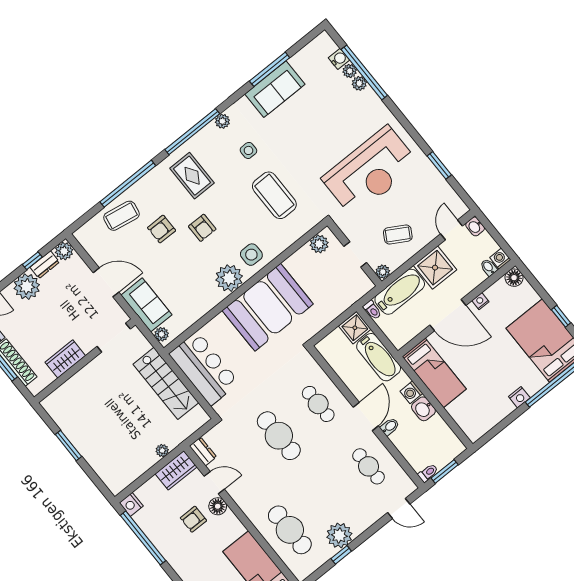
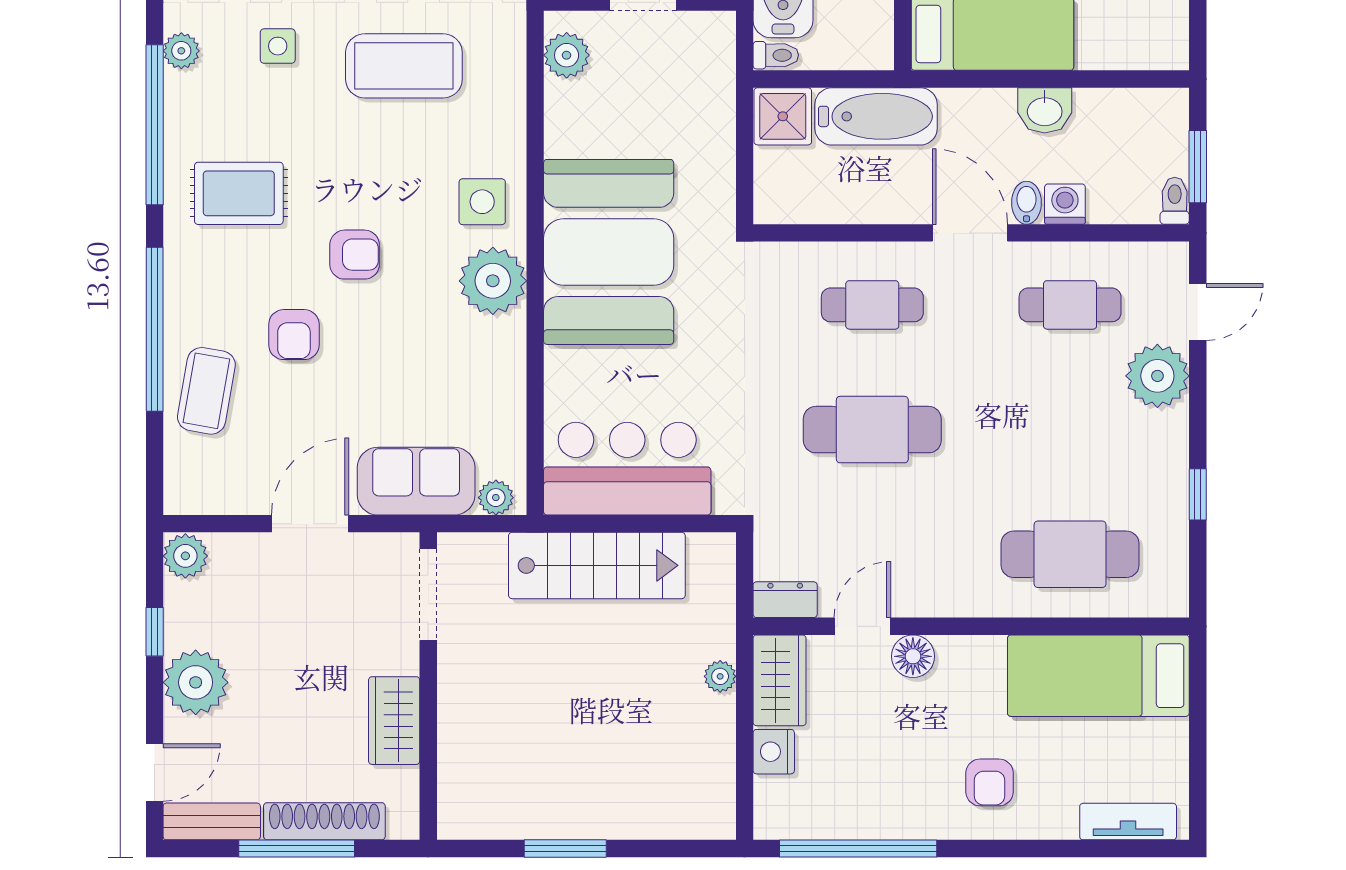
dresser: (45, 265) -> (181, 614), removed
washing machine: (411, 392) -> (1065, 204), moved, turned 180
nightstand: (131, 504) -> (774, 752), moved, turned 90
armchair: (193, 519) -> (990, 782), moved
plant: (339, 535) -> (1157, 376), moved

